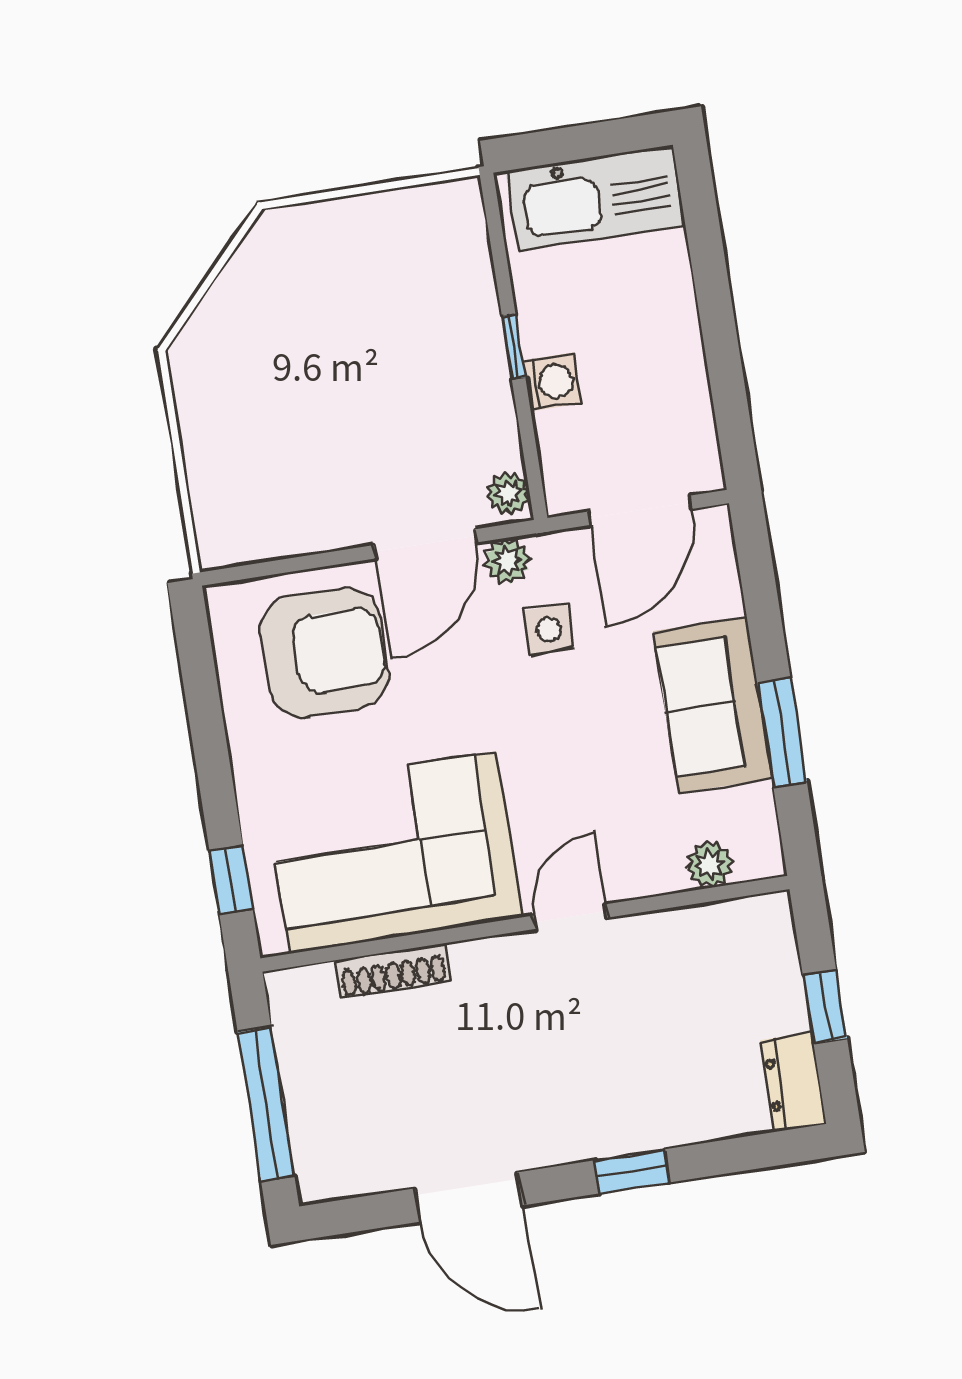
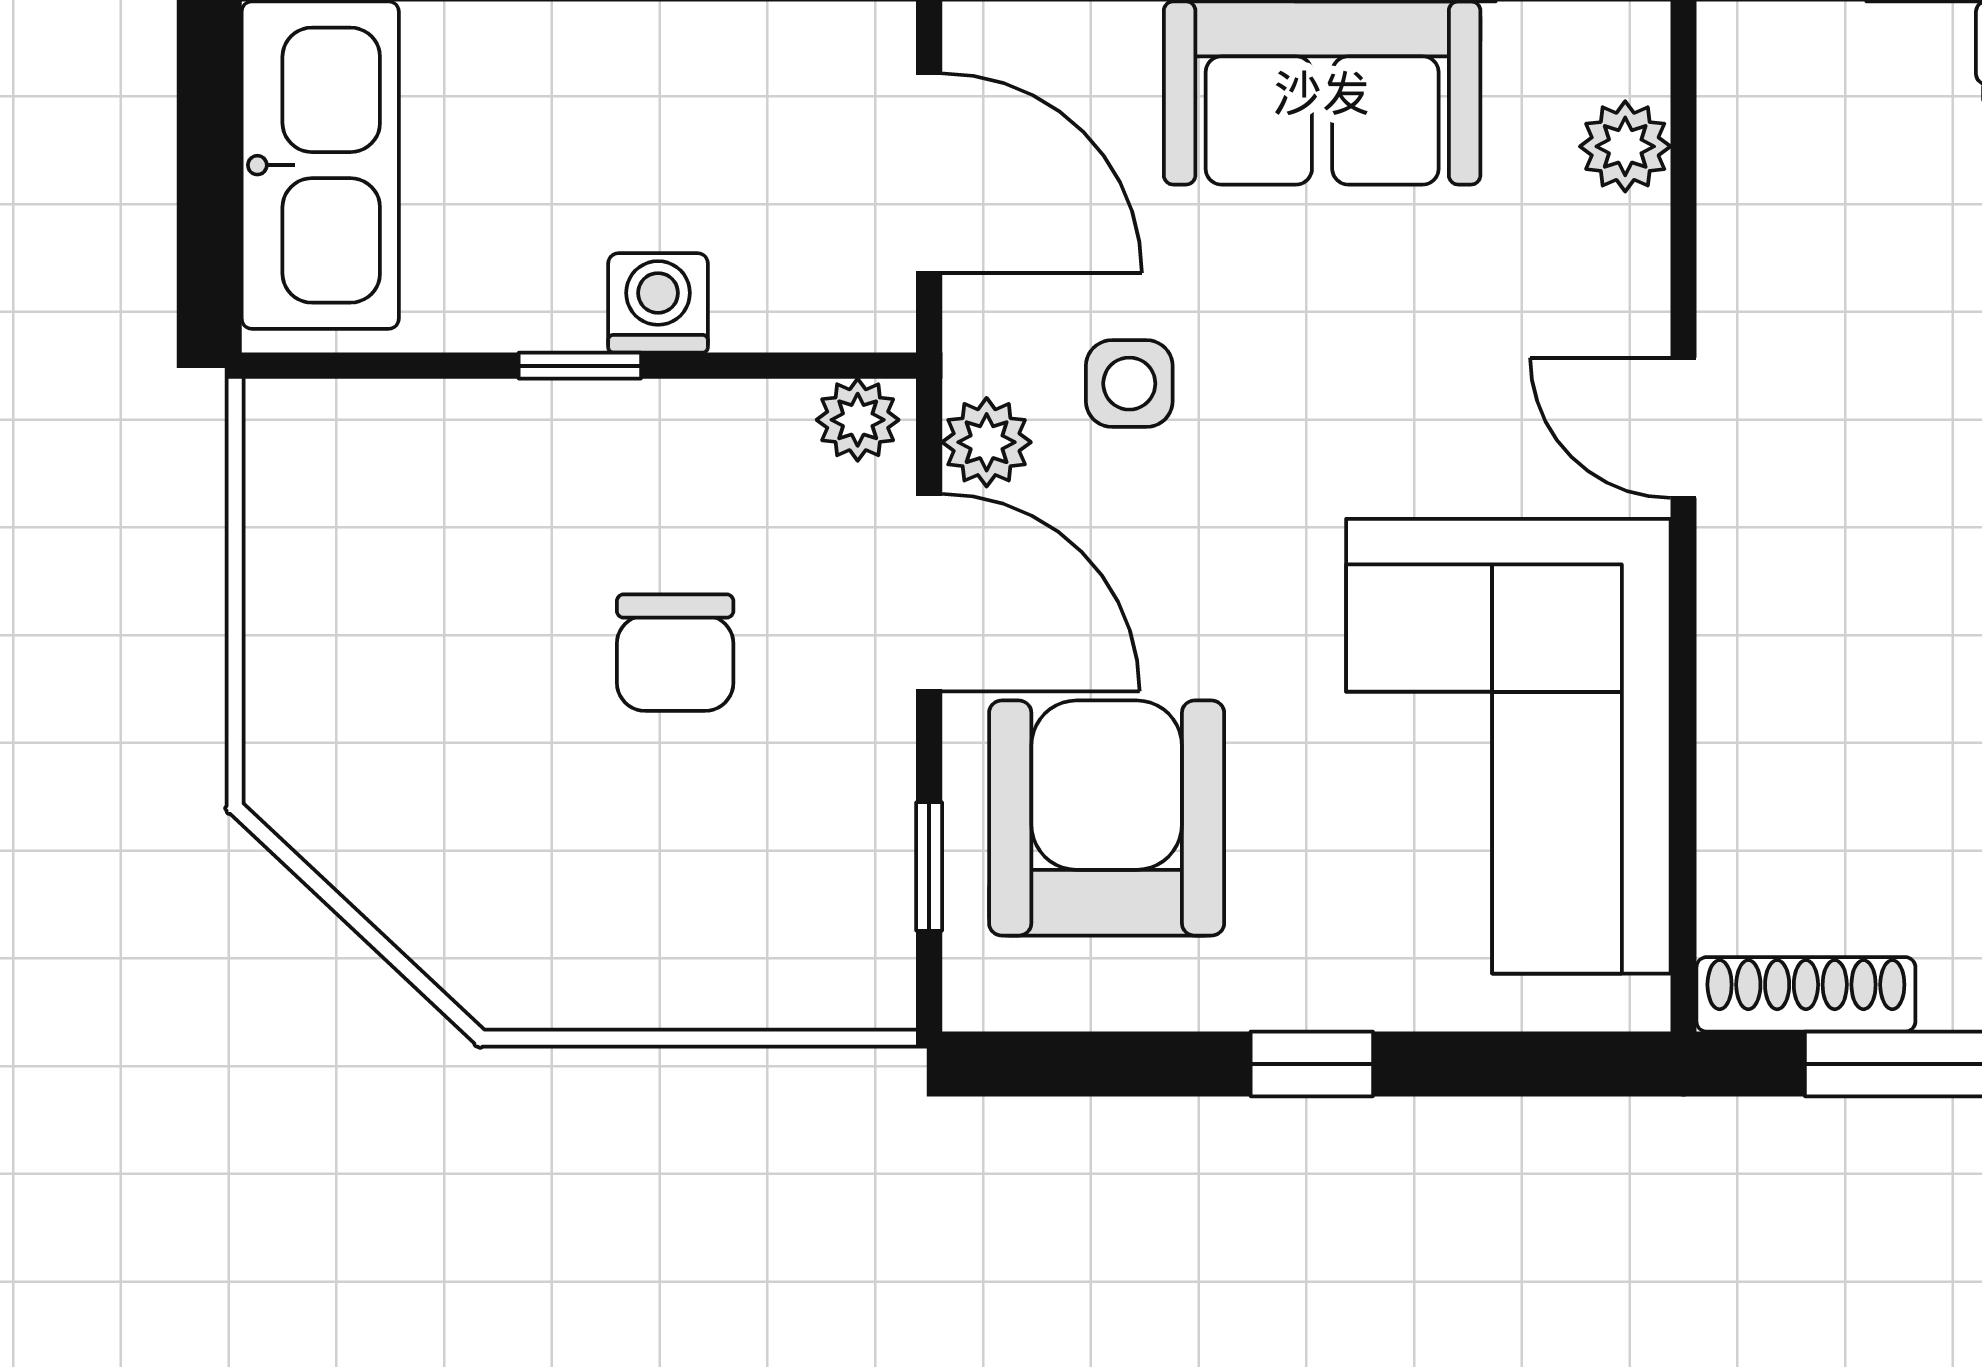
chair: (374, 419) -> (675, 653), added
window: (285, 566) -> (929, 866), added
window: (231, 880) -> (1312, 1064), moved
shoe rack: (393, 971) -> (1806, 994), moved, turned -90

